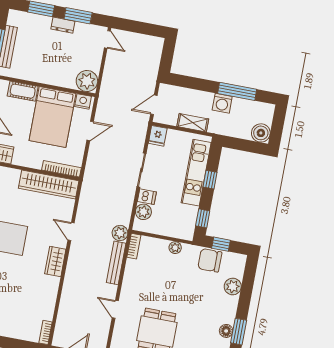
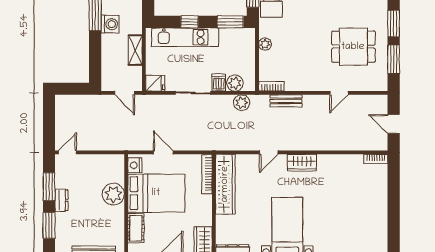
plant: (87, 81) -> (113, 194), moved
window: (203, 218) -> (230, 22), width x1.50
plant: (120, 233) -> (242, 103), moved
bench: (116, 263) -> (286, 101), width x0.73

